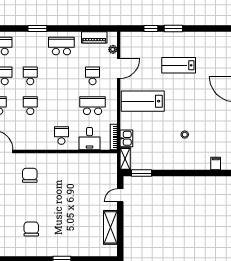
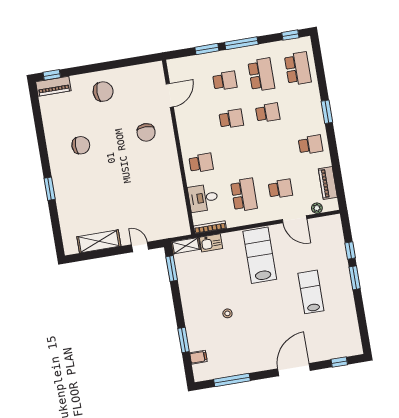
school desk: (61, 46) -> (310, 145), width x0.54
window: (200, 173) -> (184, 340), added
chair: (30, 175) -> (146, 132), turned 90

